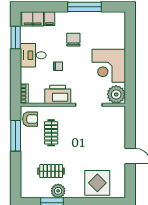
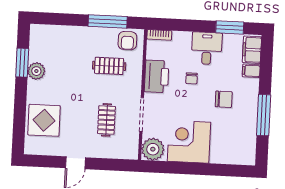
clothes rail: (51, 171) -> (106, 120), moved

